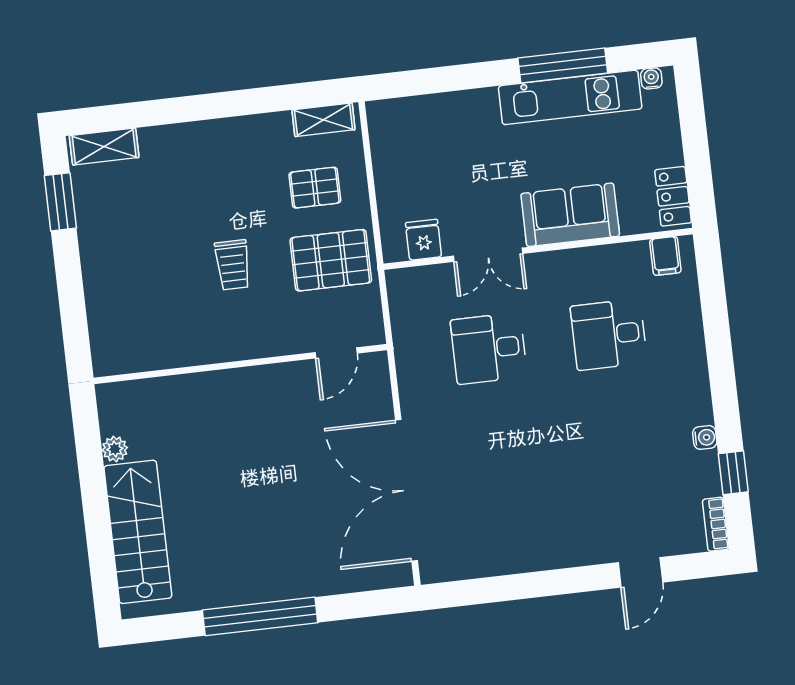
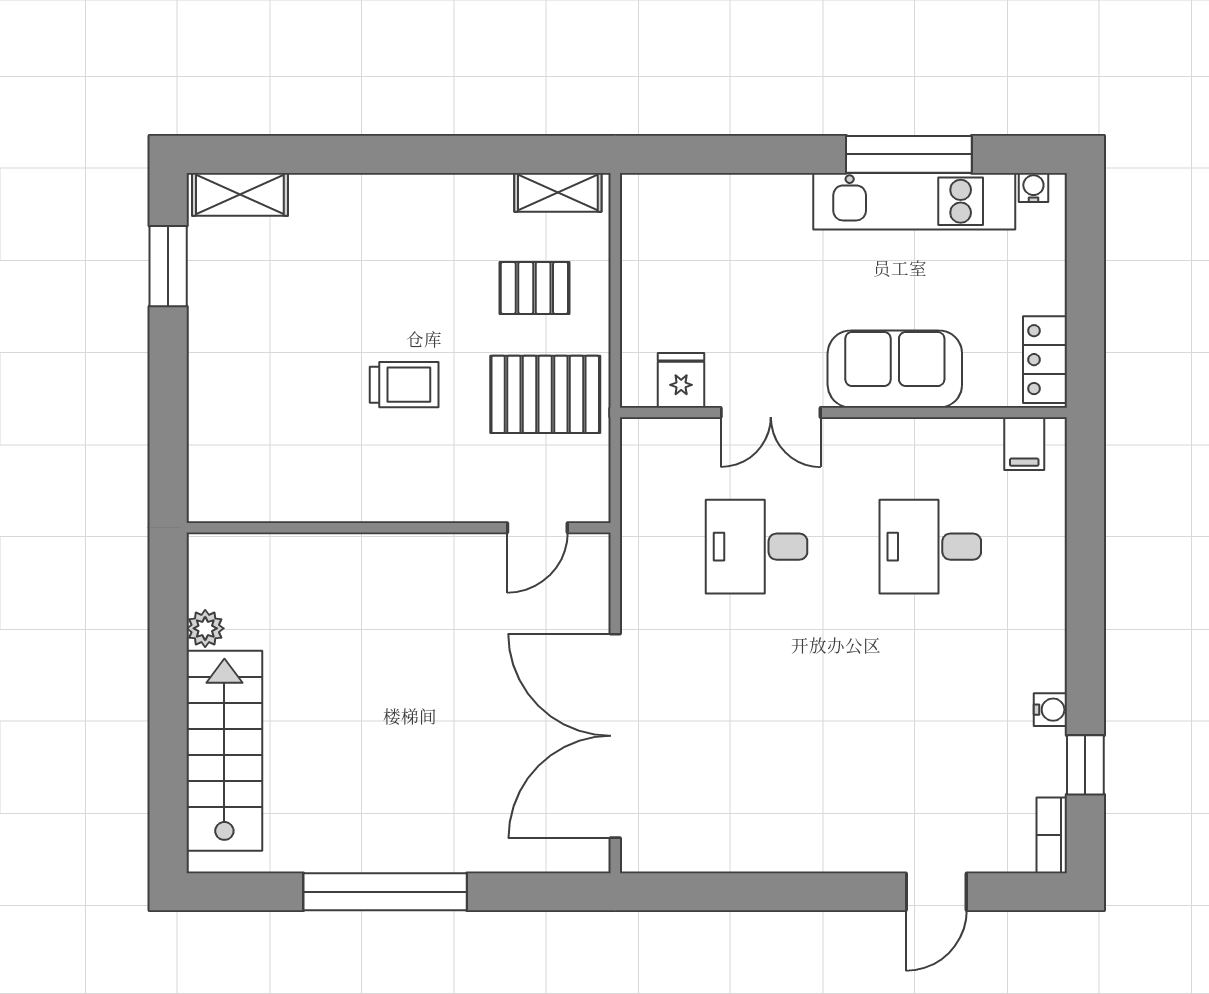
trolley: (233, 265) -> (404, 385), turned -90

